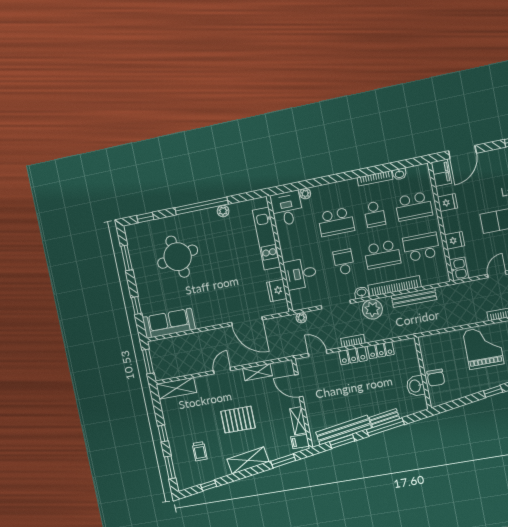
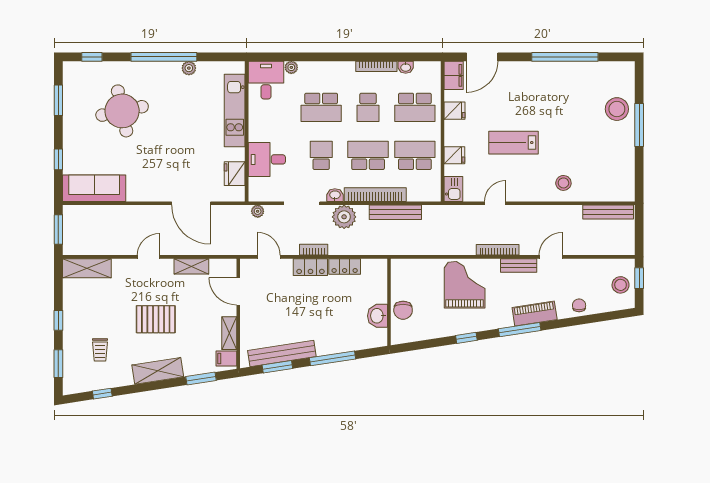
school desk: (382, 254) -> (368, 155), turned 180
bench: (384, 418) -> (333, 347), removed

